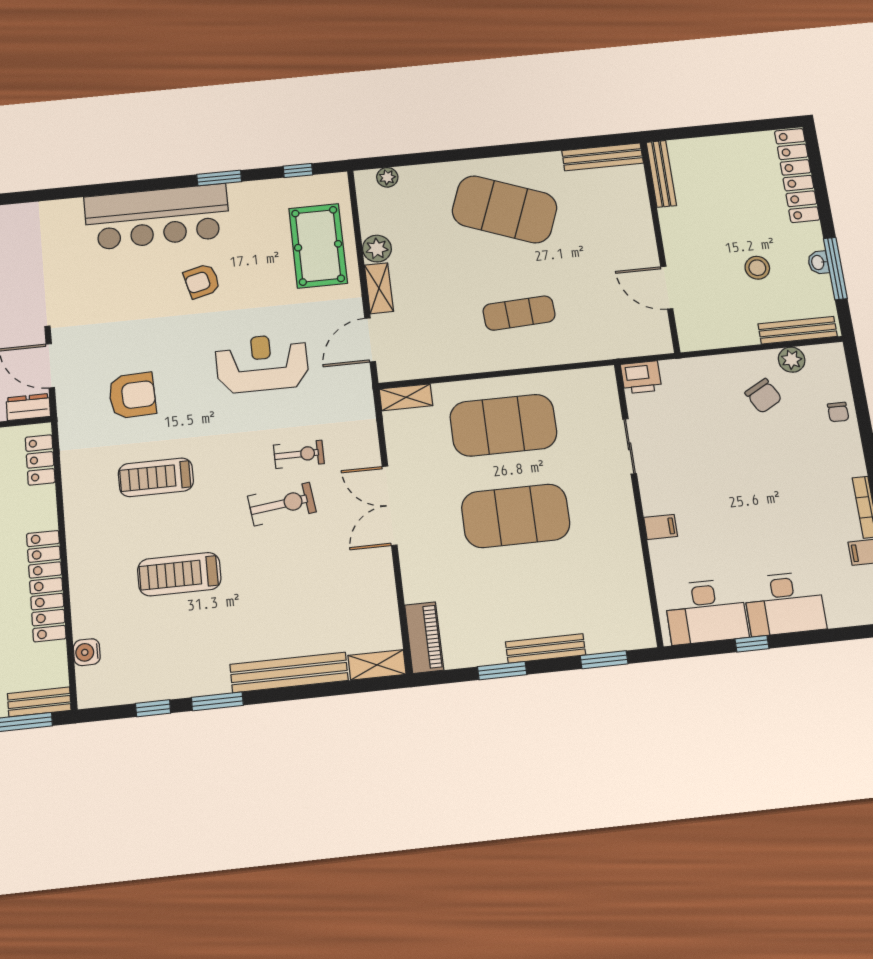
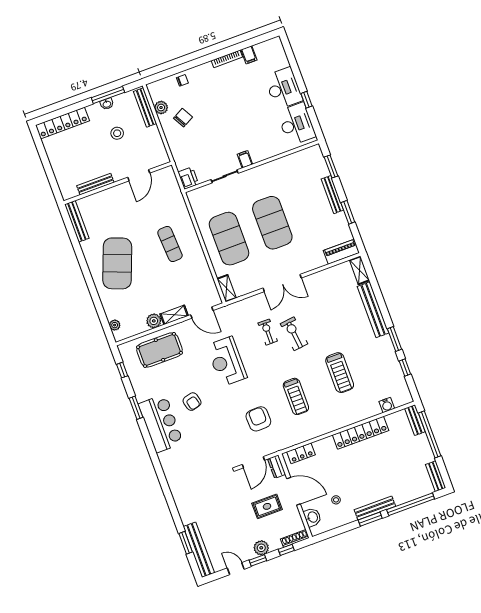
bench: (661, 174) -> (95, 184), moved
bar counter: (157, 217) -> (161, 423), width x0.73
filing cabinet: (661, 527) -> (245, 159), moved

